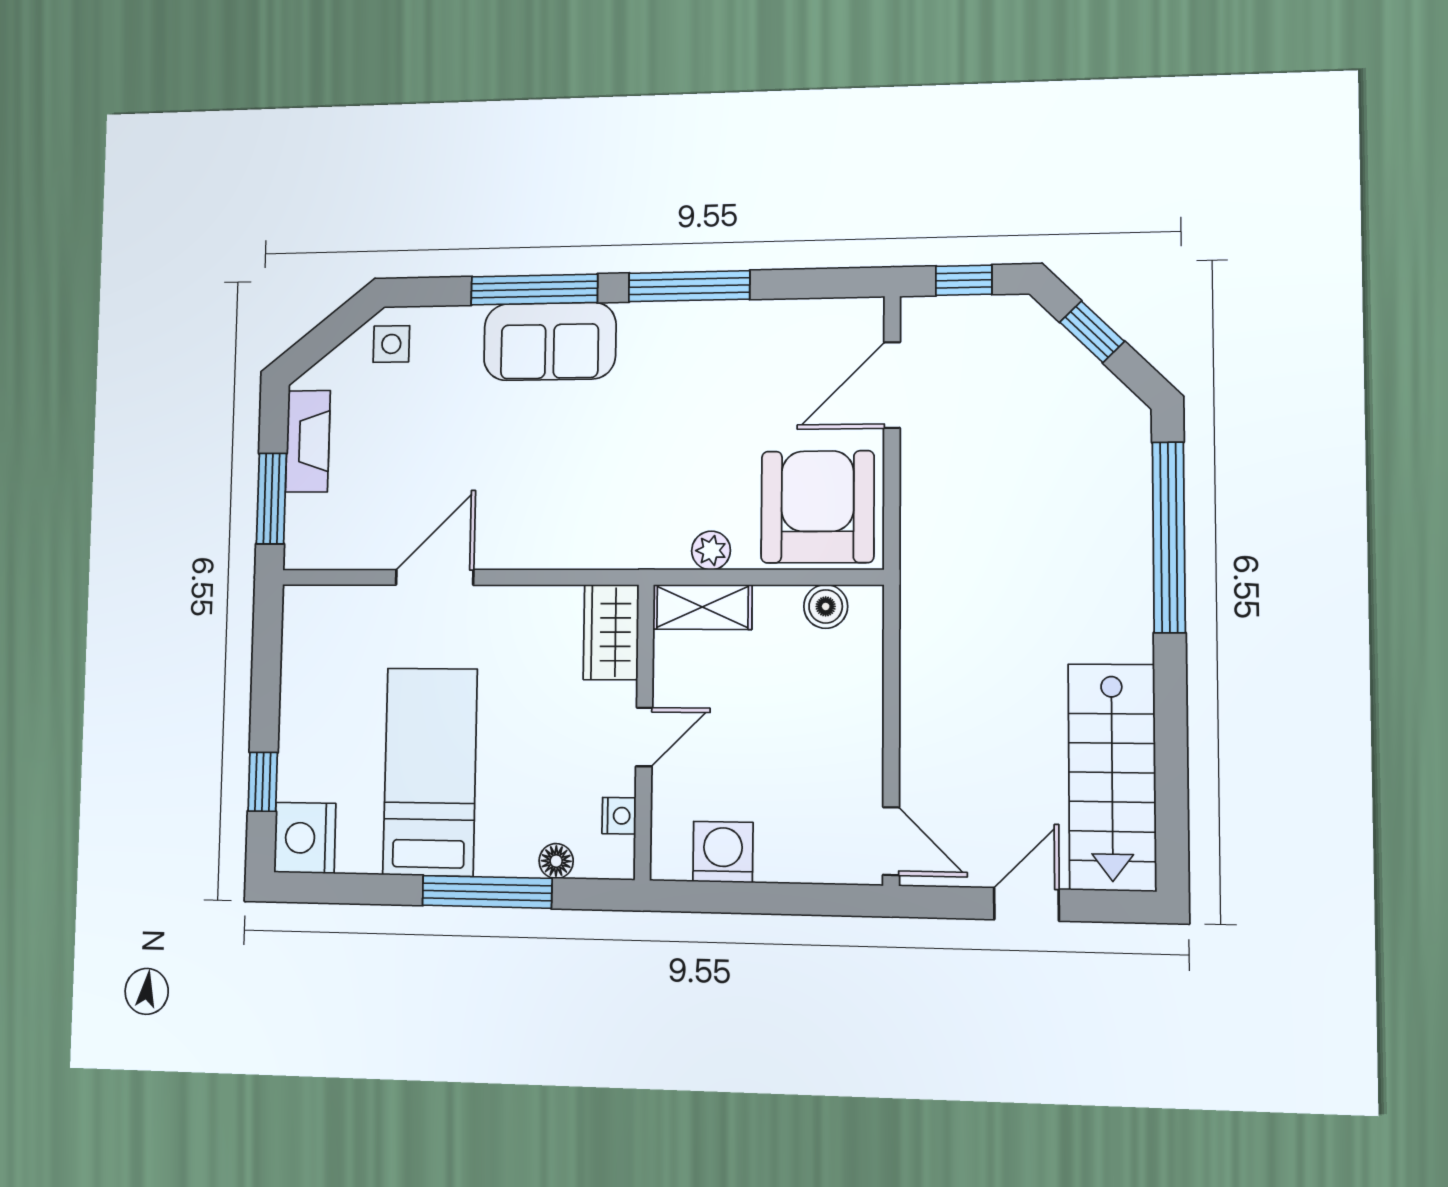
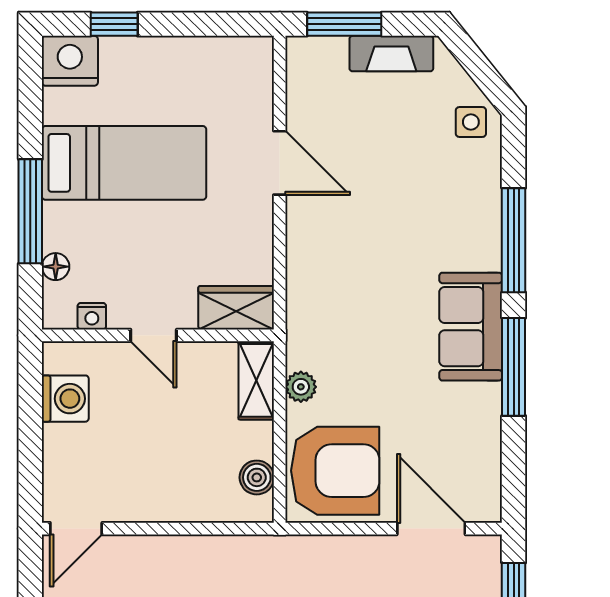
sofa: (550, 341) -> (471, 327), moved

